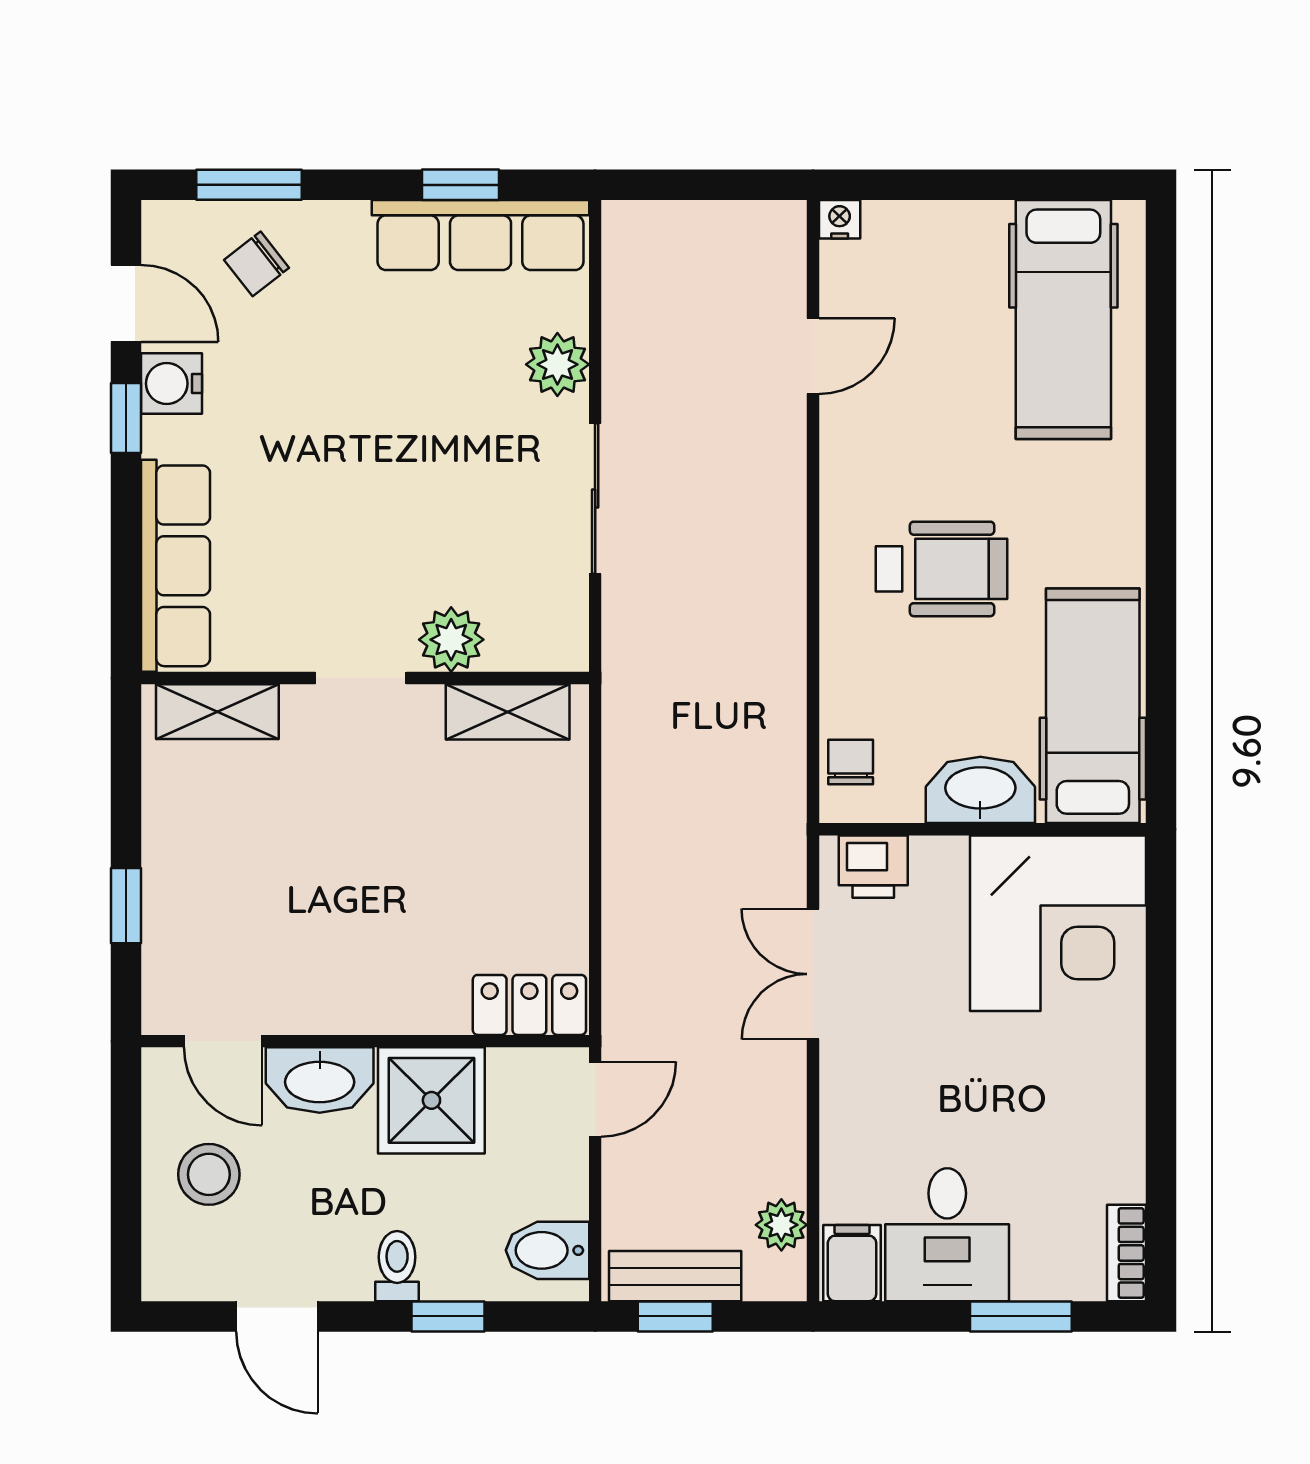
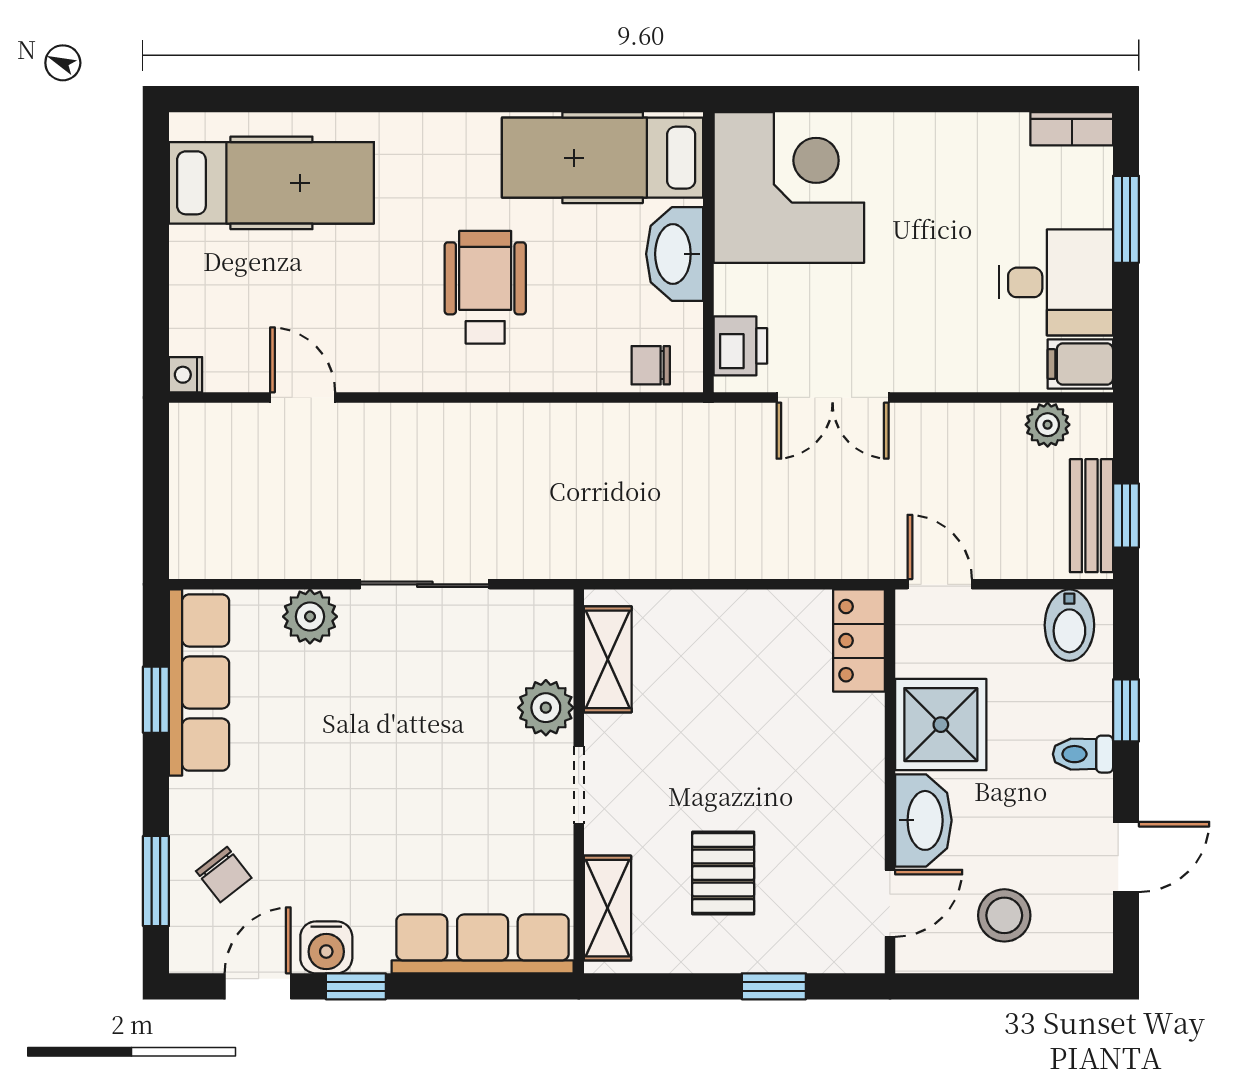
pallet: (258, 846) -> (723, 873), added

